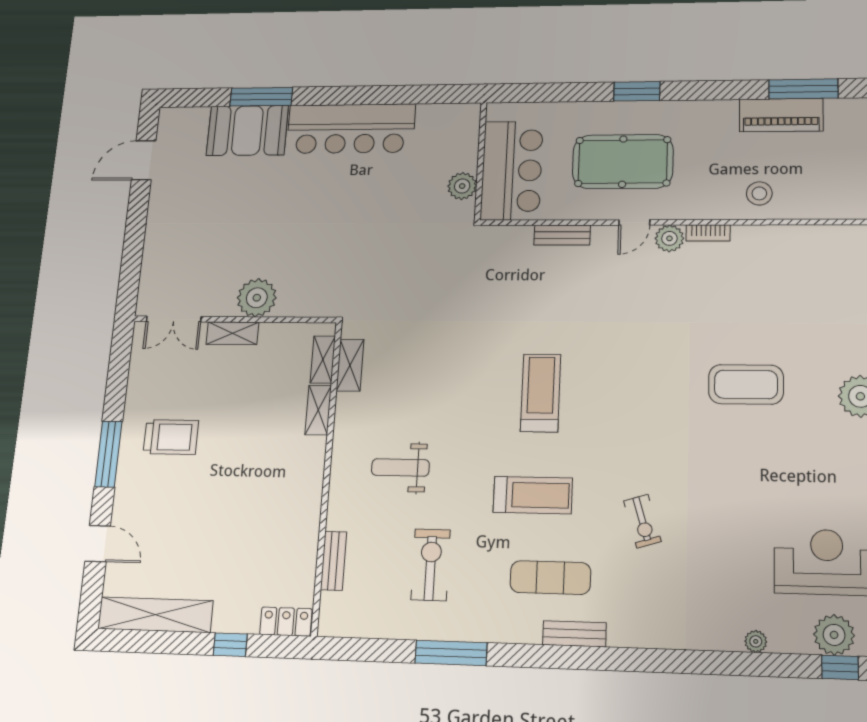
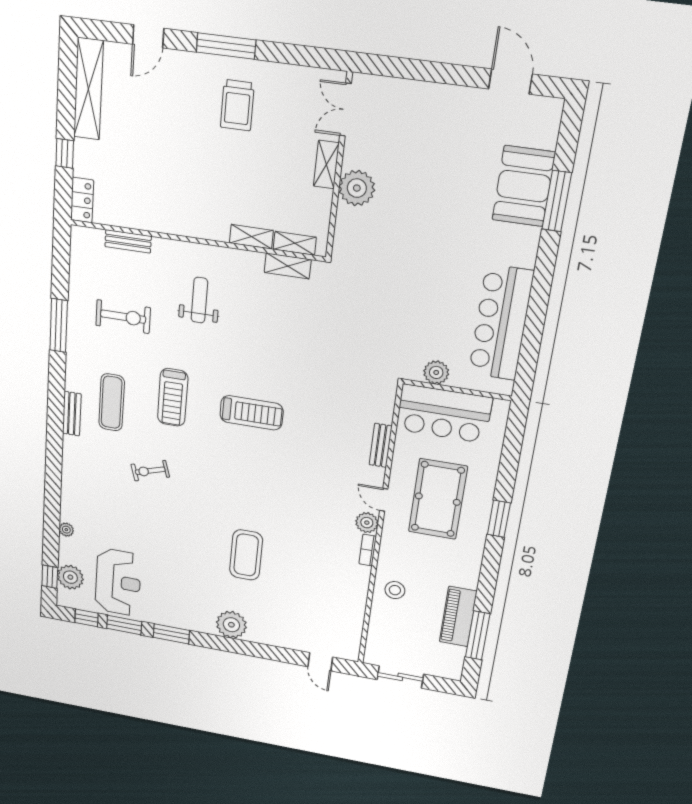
bar counter: (351, 129) -> (501, 323), moved

